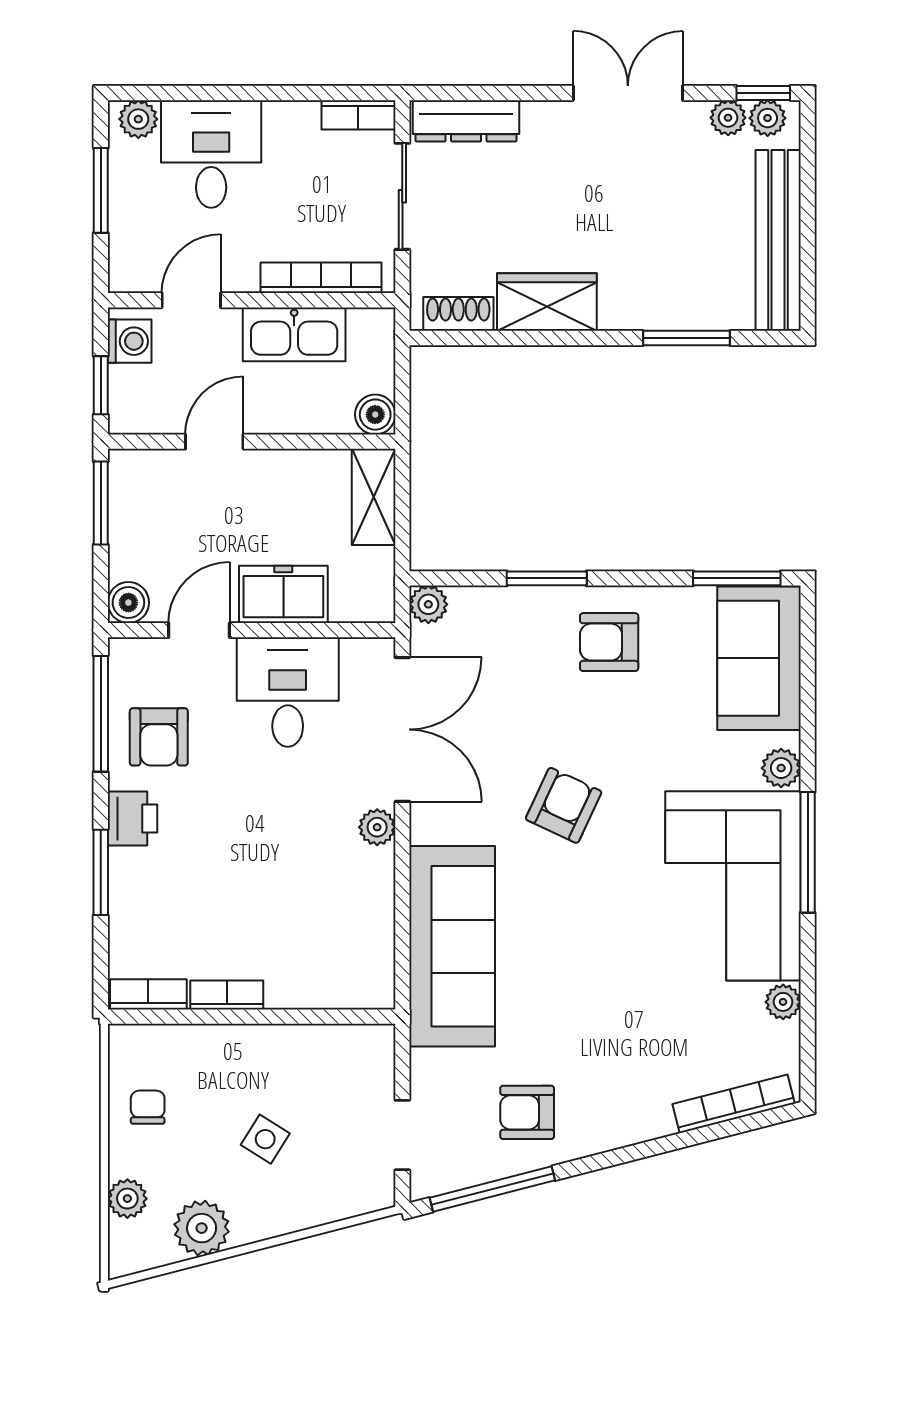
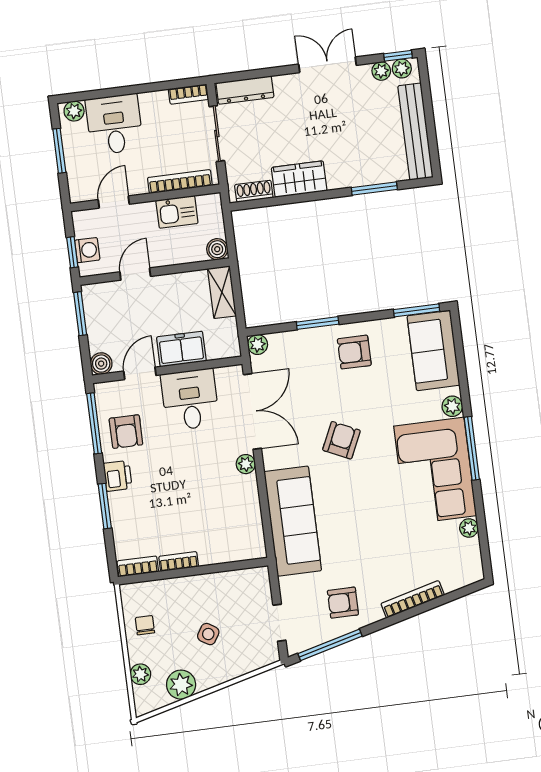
kitchen sink: (294, 334) -> (177, 212), width x0.73
washing machine: (130, 341) -> (87, 250), moved
bookcase: (734, 1104) -> (413, 599), moved

